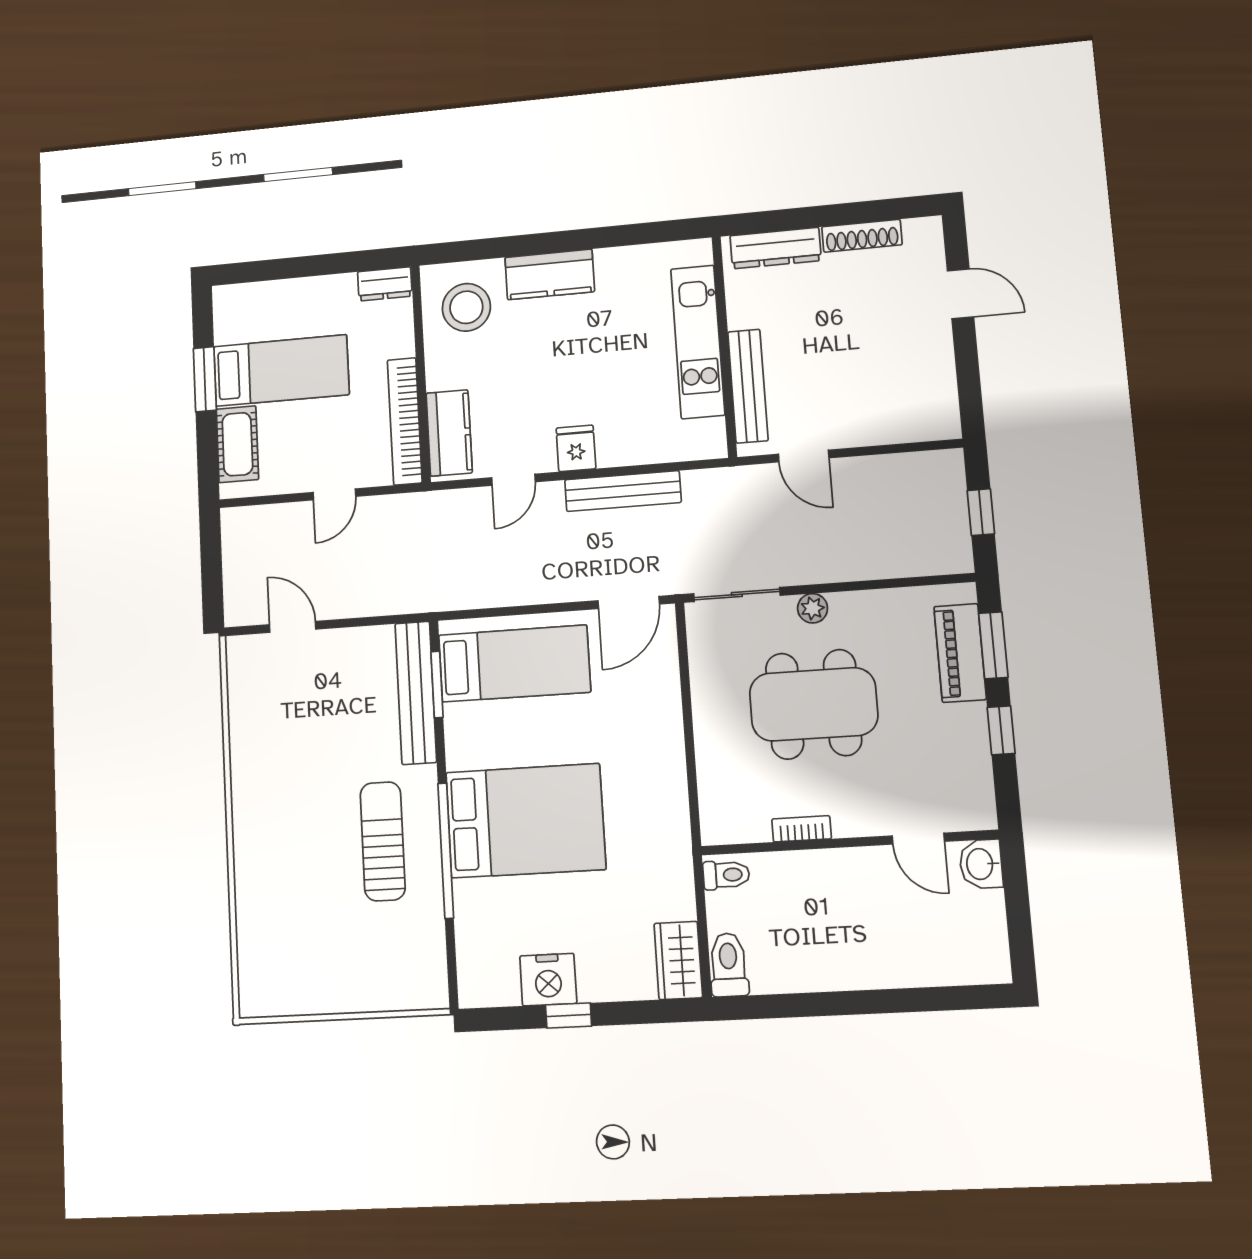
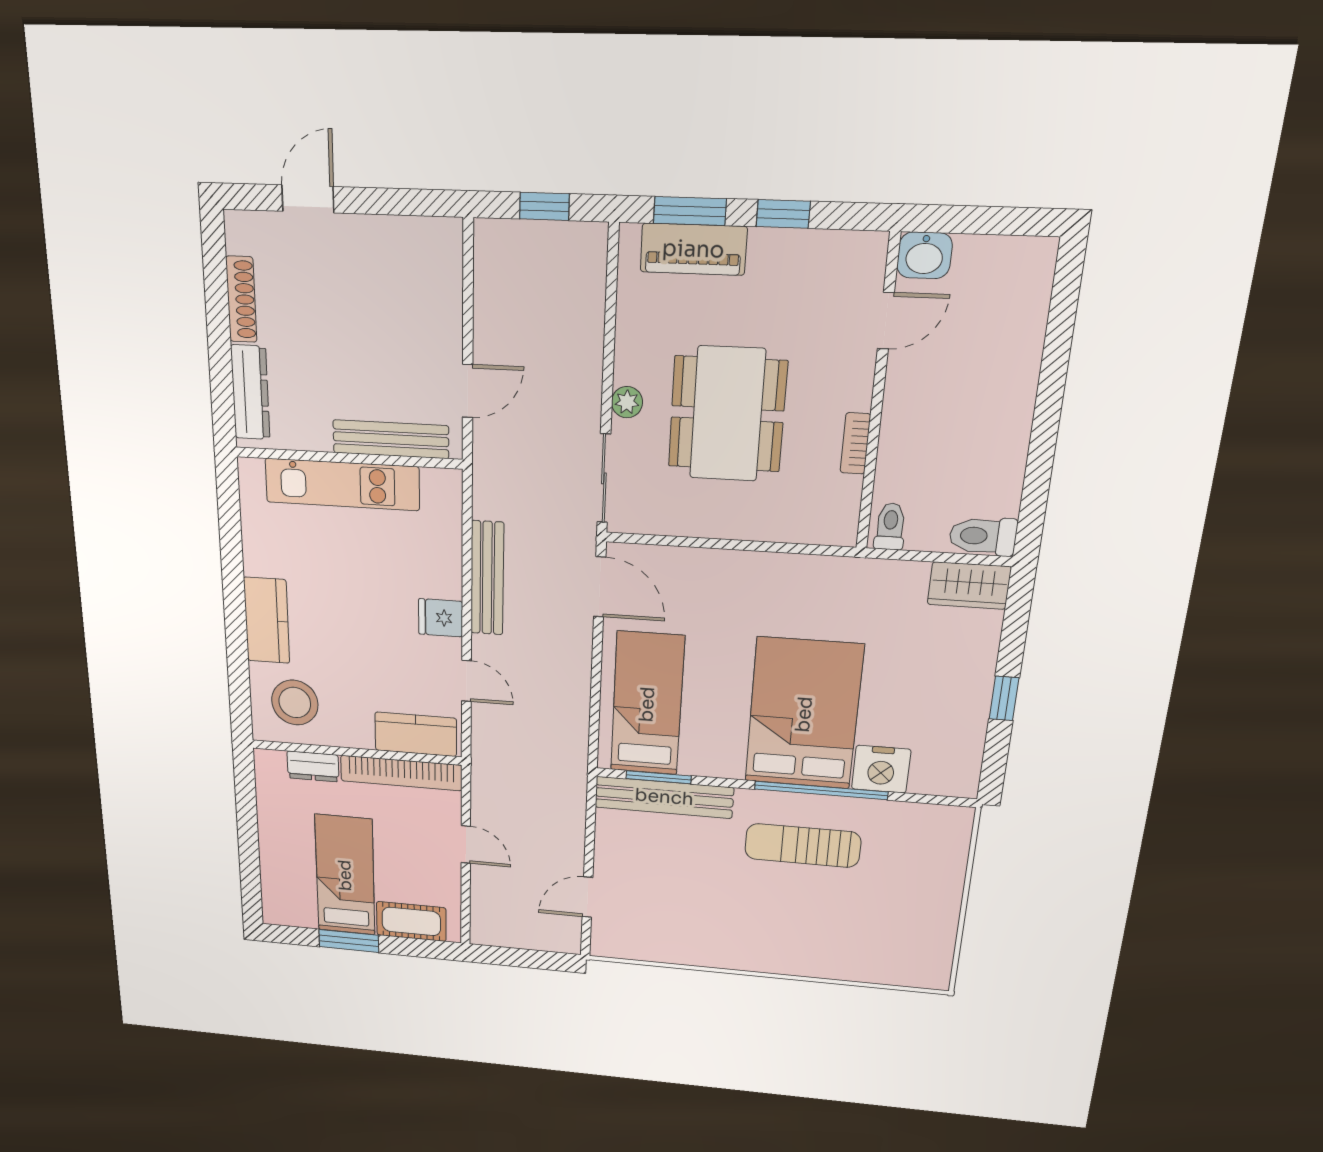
dresser: (385, 284) -> (313, 766), moved, turned 90
nightstand: (548, 980) -> (881, 769), moved, turned 90

